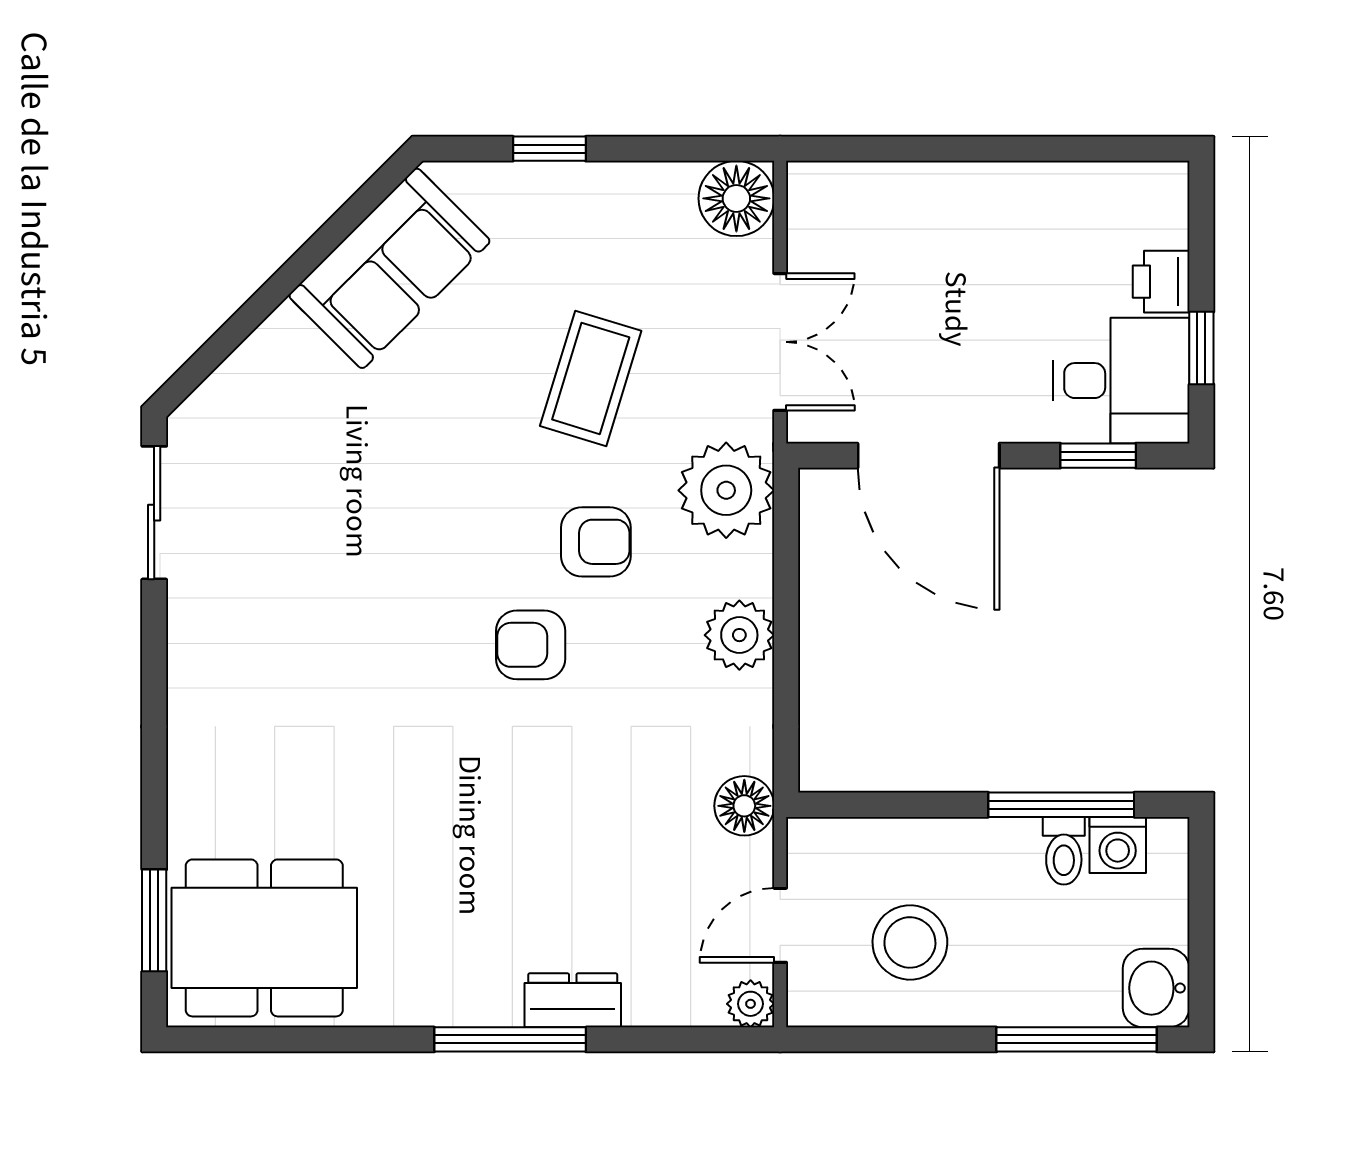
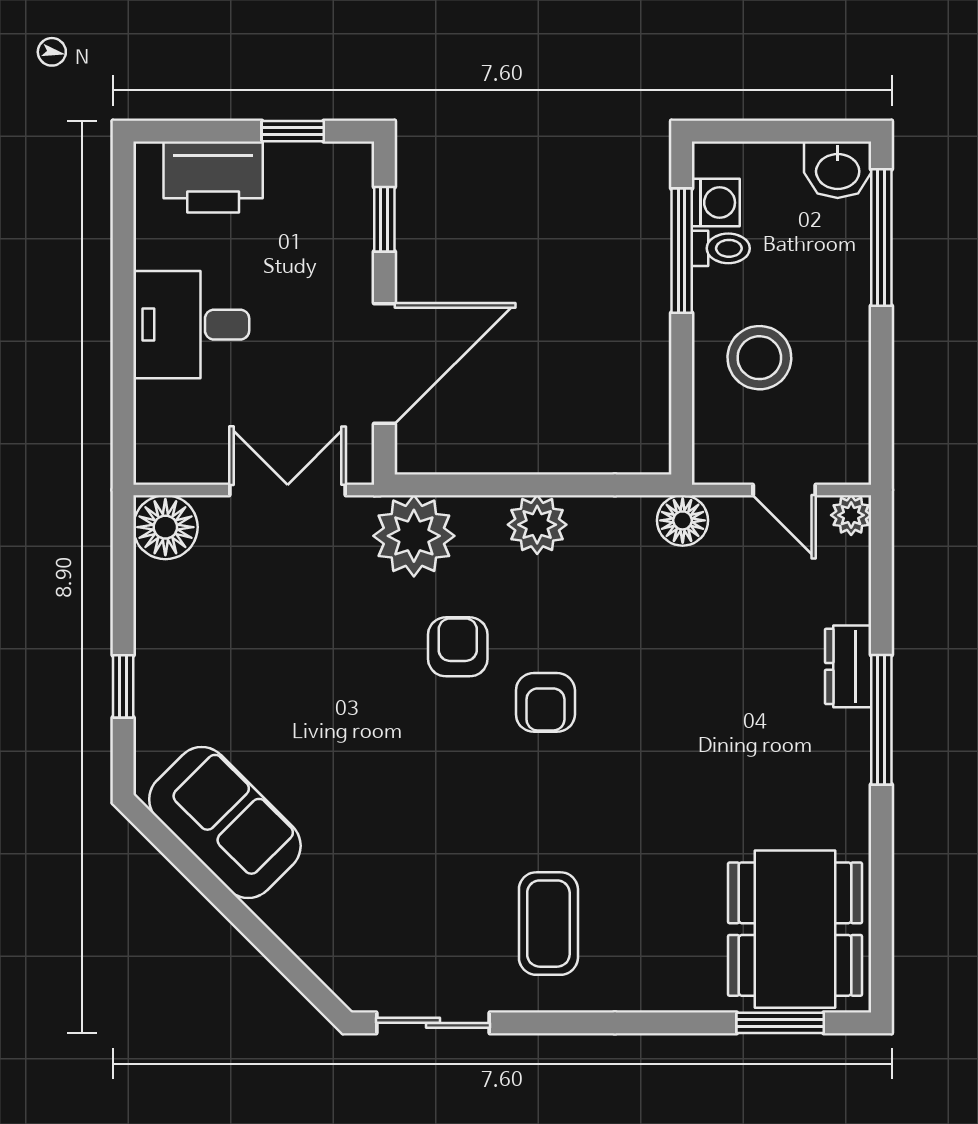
printer: (1161, 282) -> (213, 177), width x1.87, depth x1.48
coffee table: (591, 378) -> (548, 924), moved, turned 73
desk: (1121, 381) -> (191, 325), moved, turned -90
stool: (910, 942) -> (759, 358), moved

